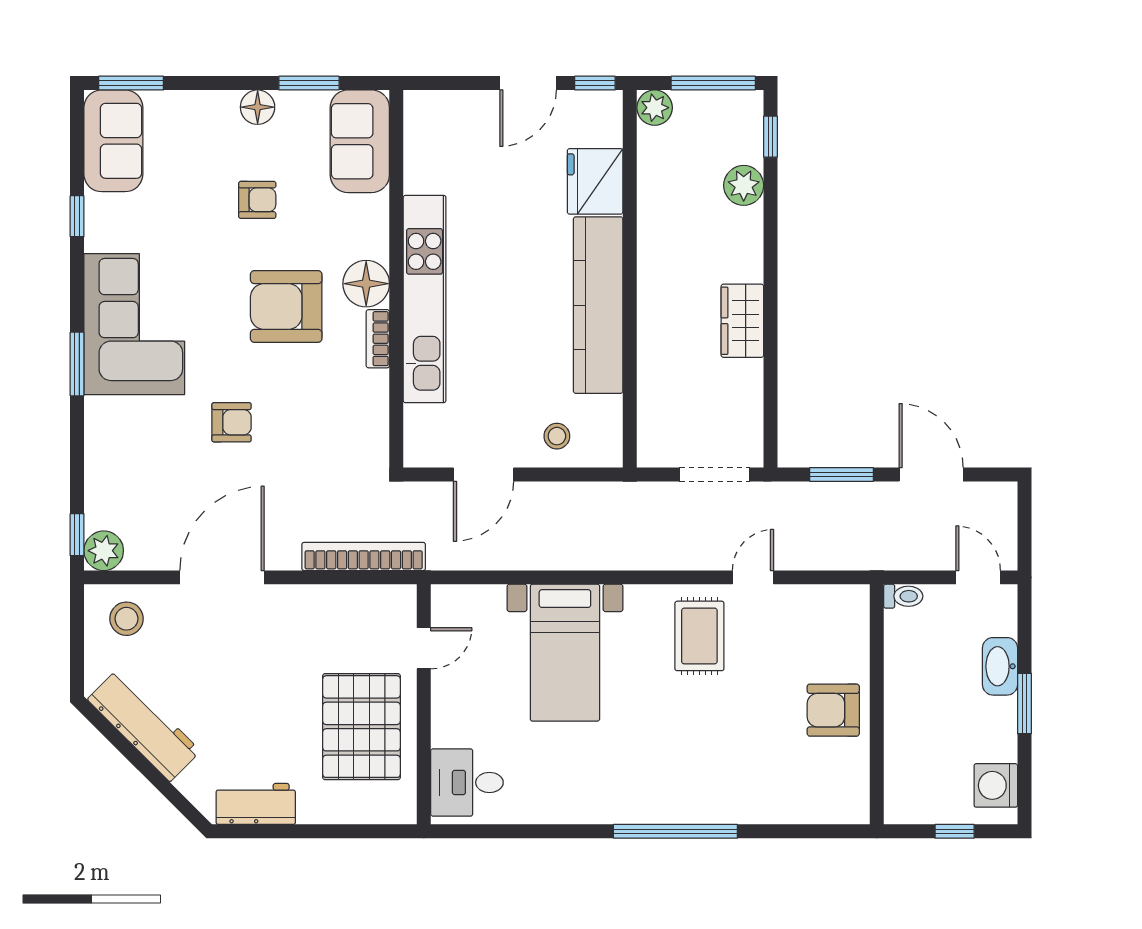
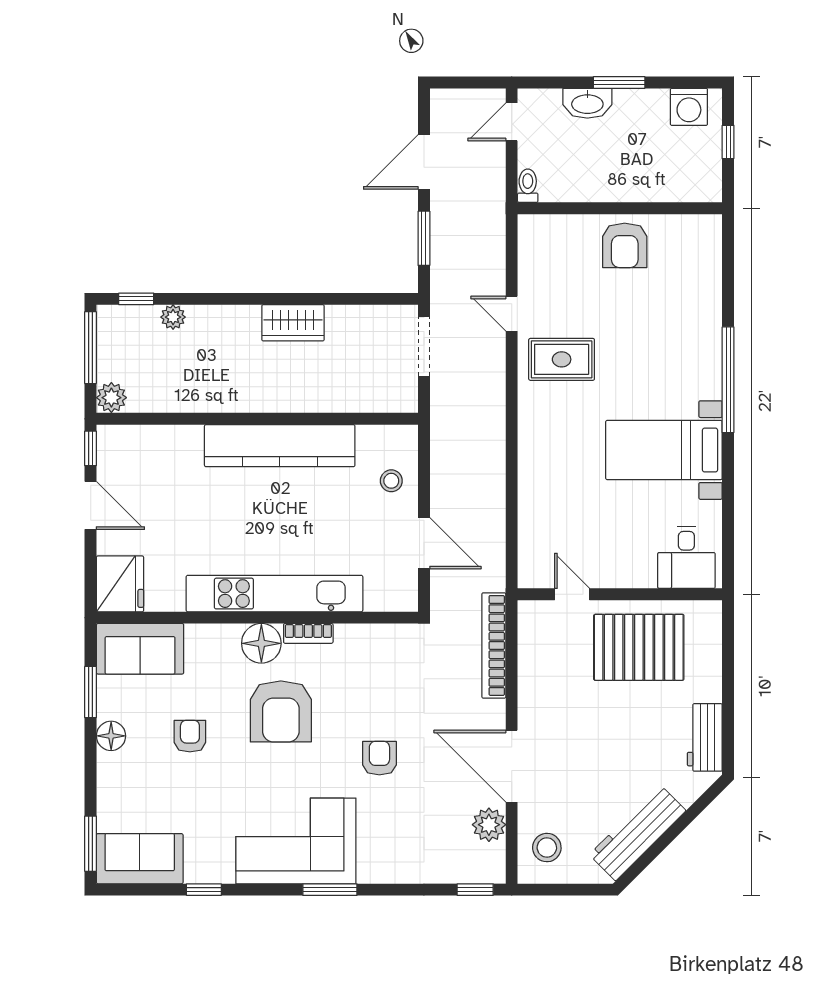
fridge: (595, 181) -> (120, 584), moved, turned -90
plant: (744, 185) -> (173, 317), width x0.73, depth x0.73
plant: (104, 551) -> (489, 825), moved
bed with nightstands: (565, 653) -> (664, 450), moved, turned 180

